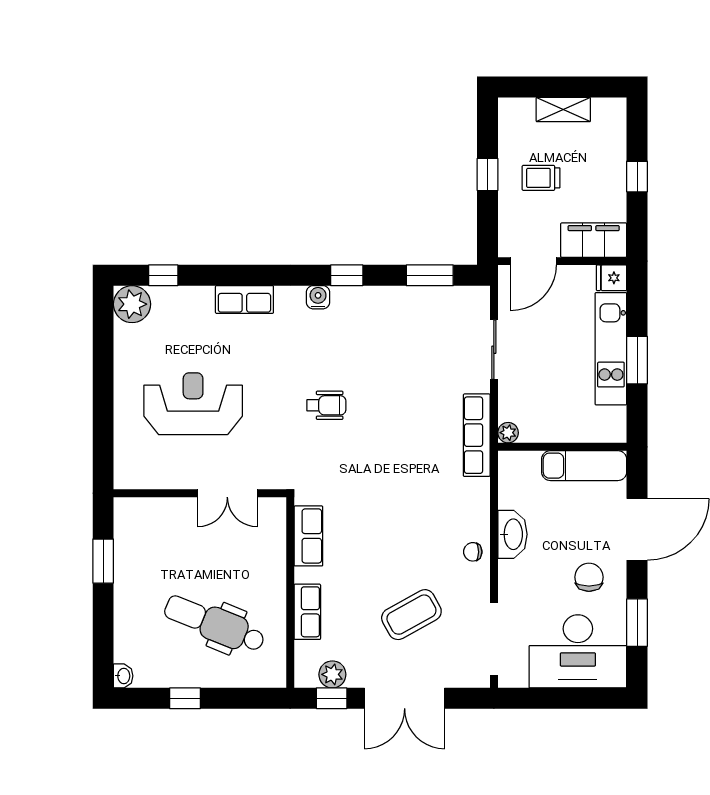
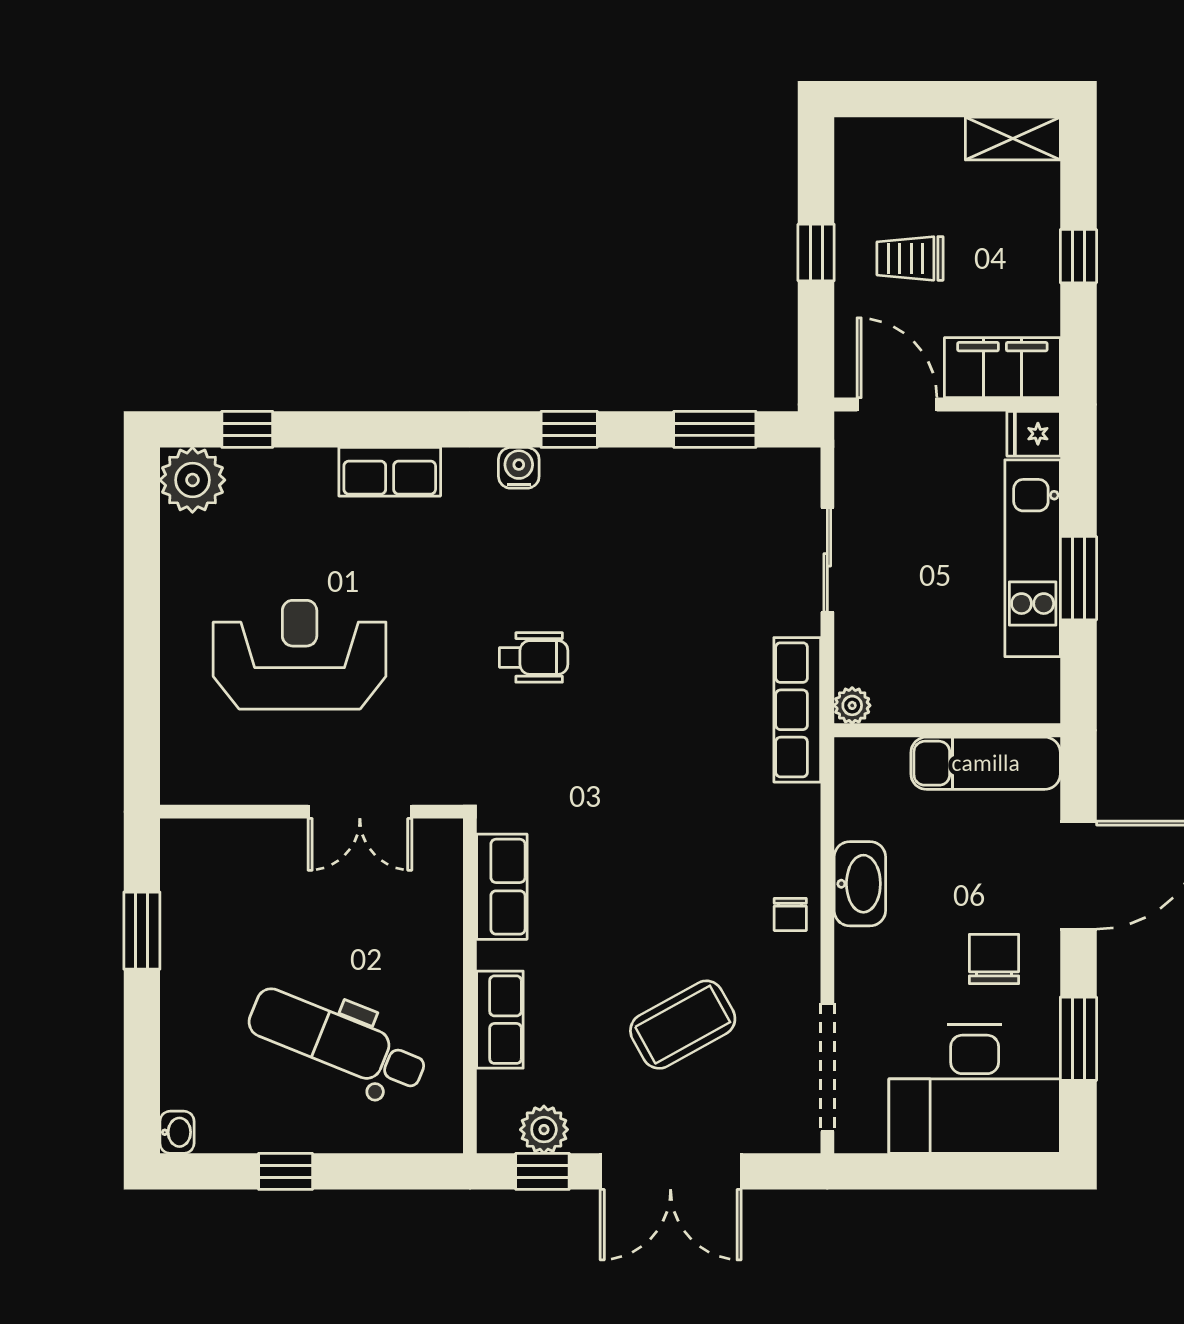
shelving: (563, 110) -> (1013, 139), moved
door: (534, 261) -> (897, 405), swing flipped
chair: (473, 552) -> (790, 914), turned -90

